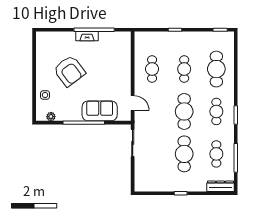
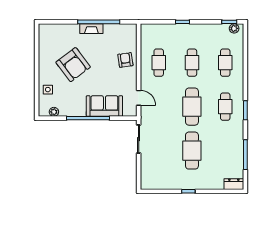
plant: (225, 36) -> (234, 28), added
armchair: (120, 66) -> (125, 60), added
cafe table: (216, 69) -> (225, 63), width x0.73, depth x0.74
cafe table: (216, 154) -> (225, 151), removed
dresser: (220, 186) -> (234, 184), width x0.70

